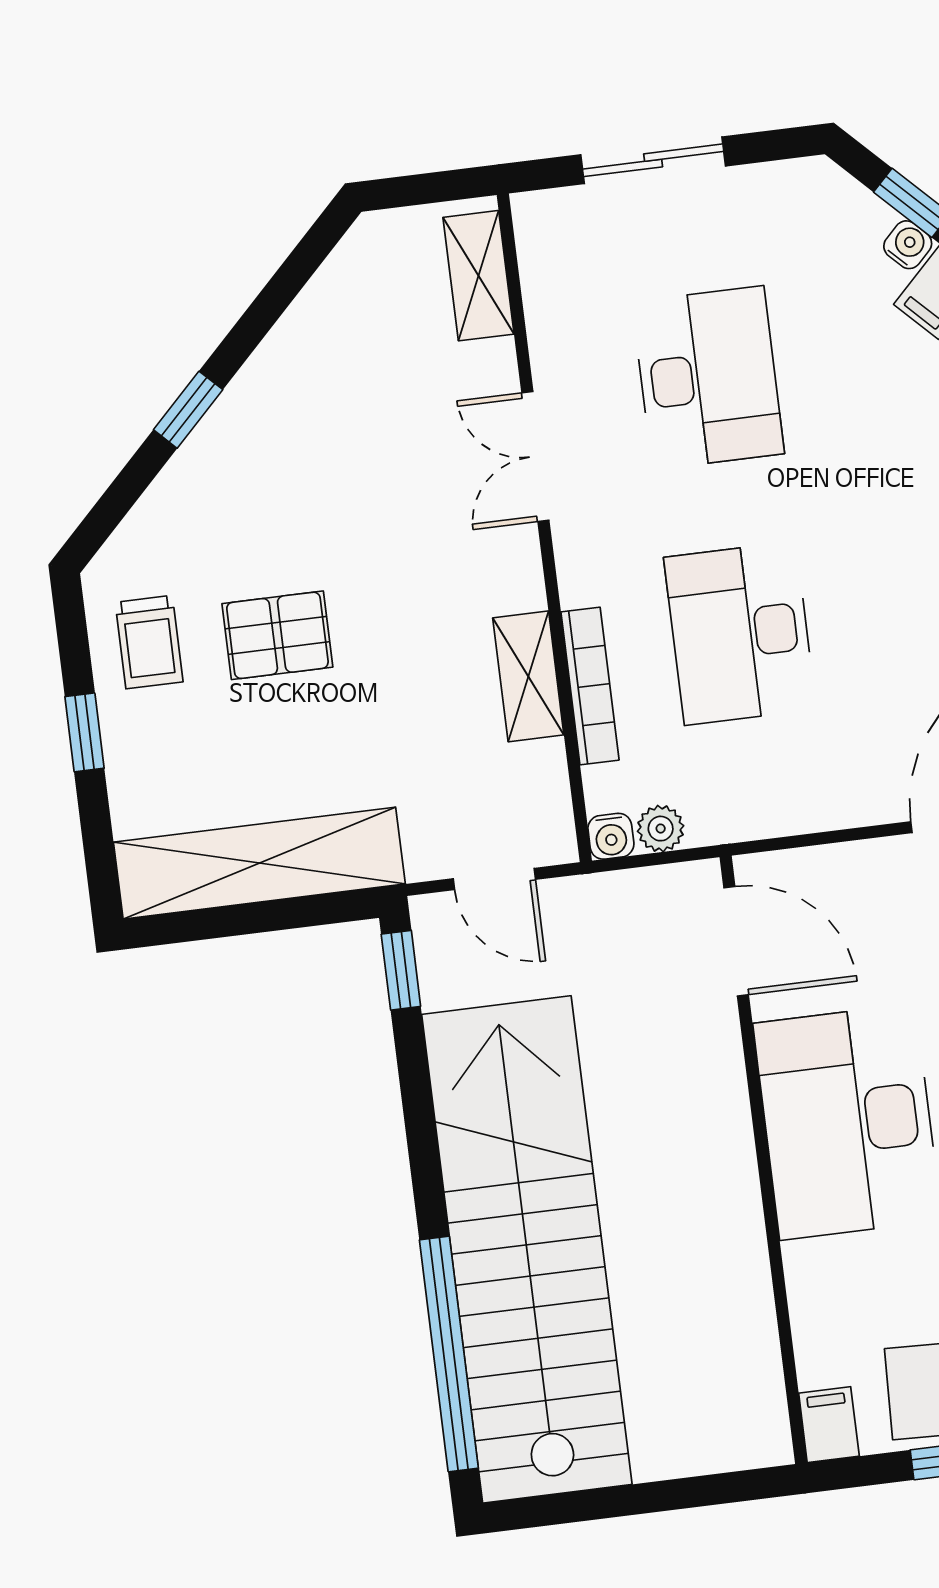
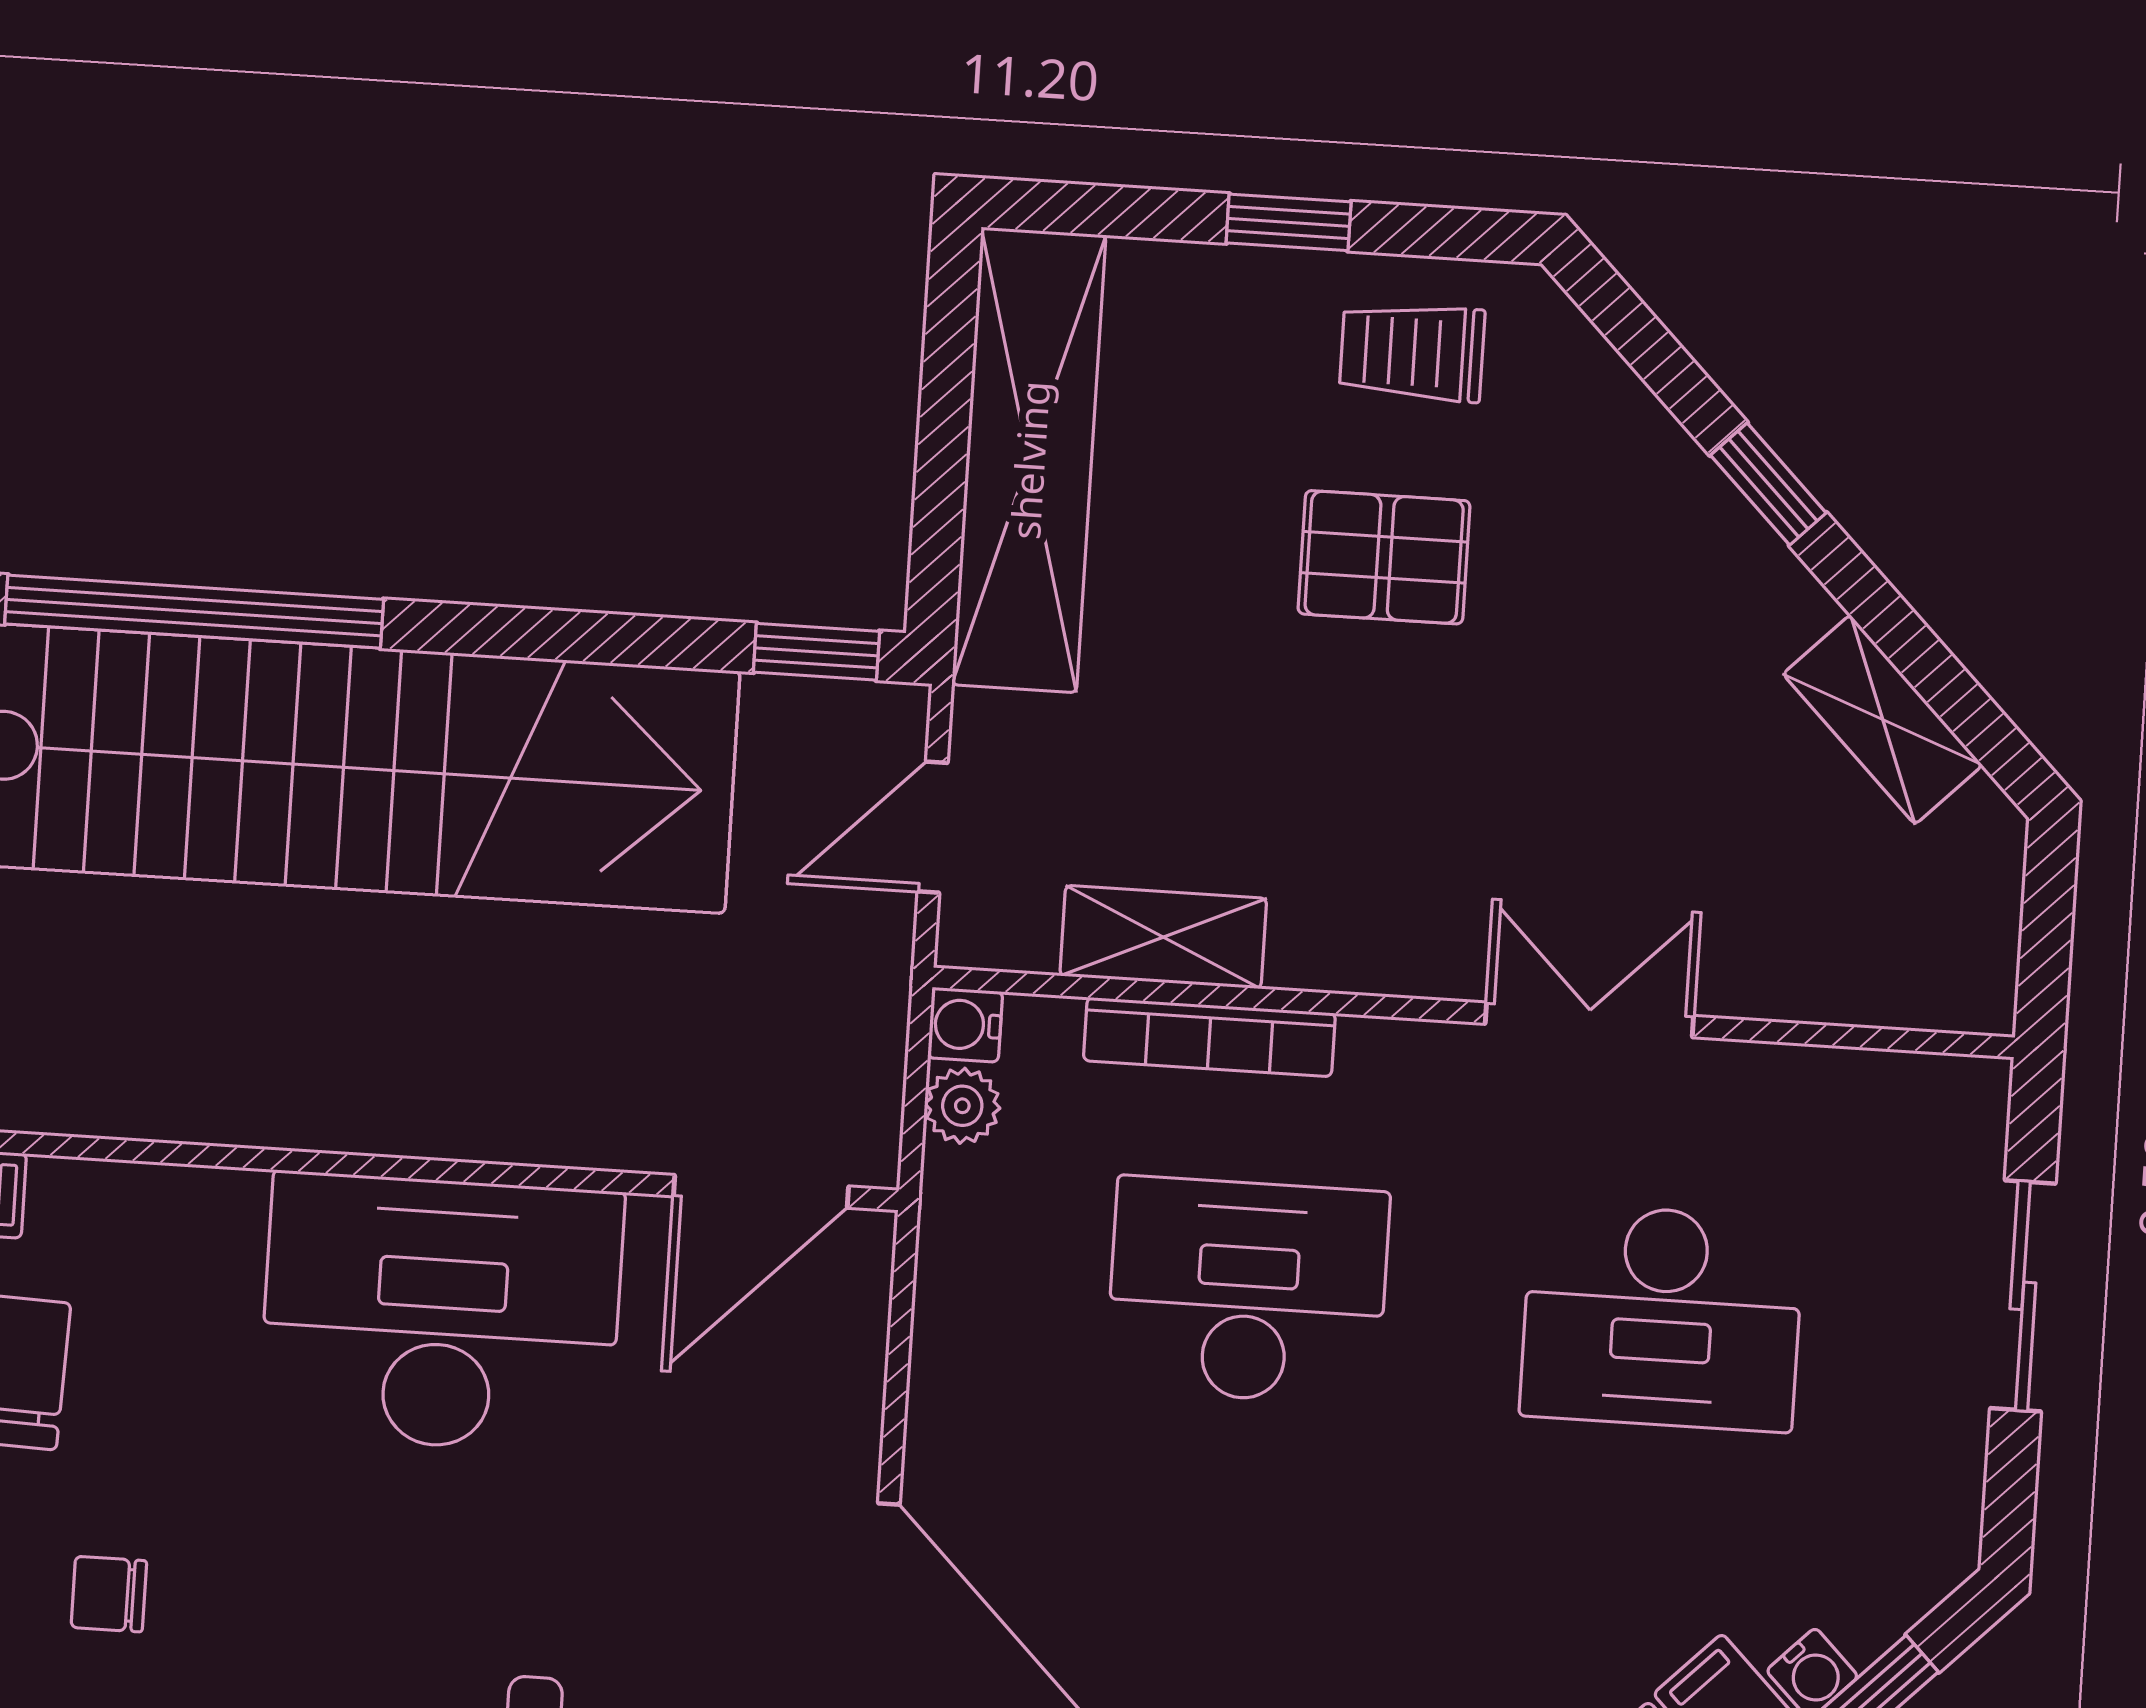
shelving: (479, 276) -> (1883, 720), moved, turned 45
pallet: (277, 635) -> (1384, 557), turned 90
shelving: (528, 676) -> (1163, 937), moved

